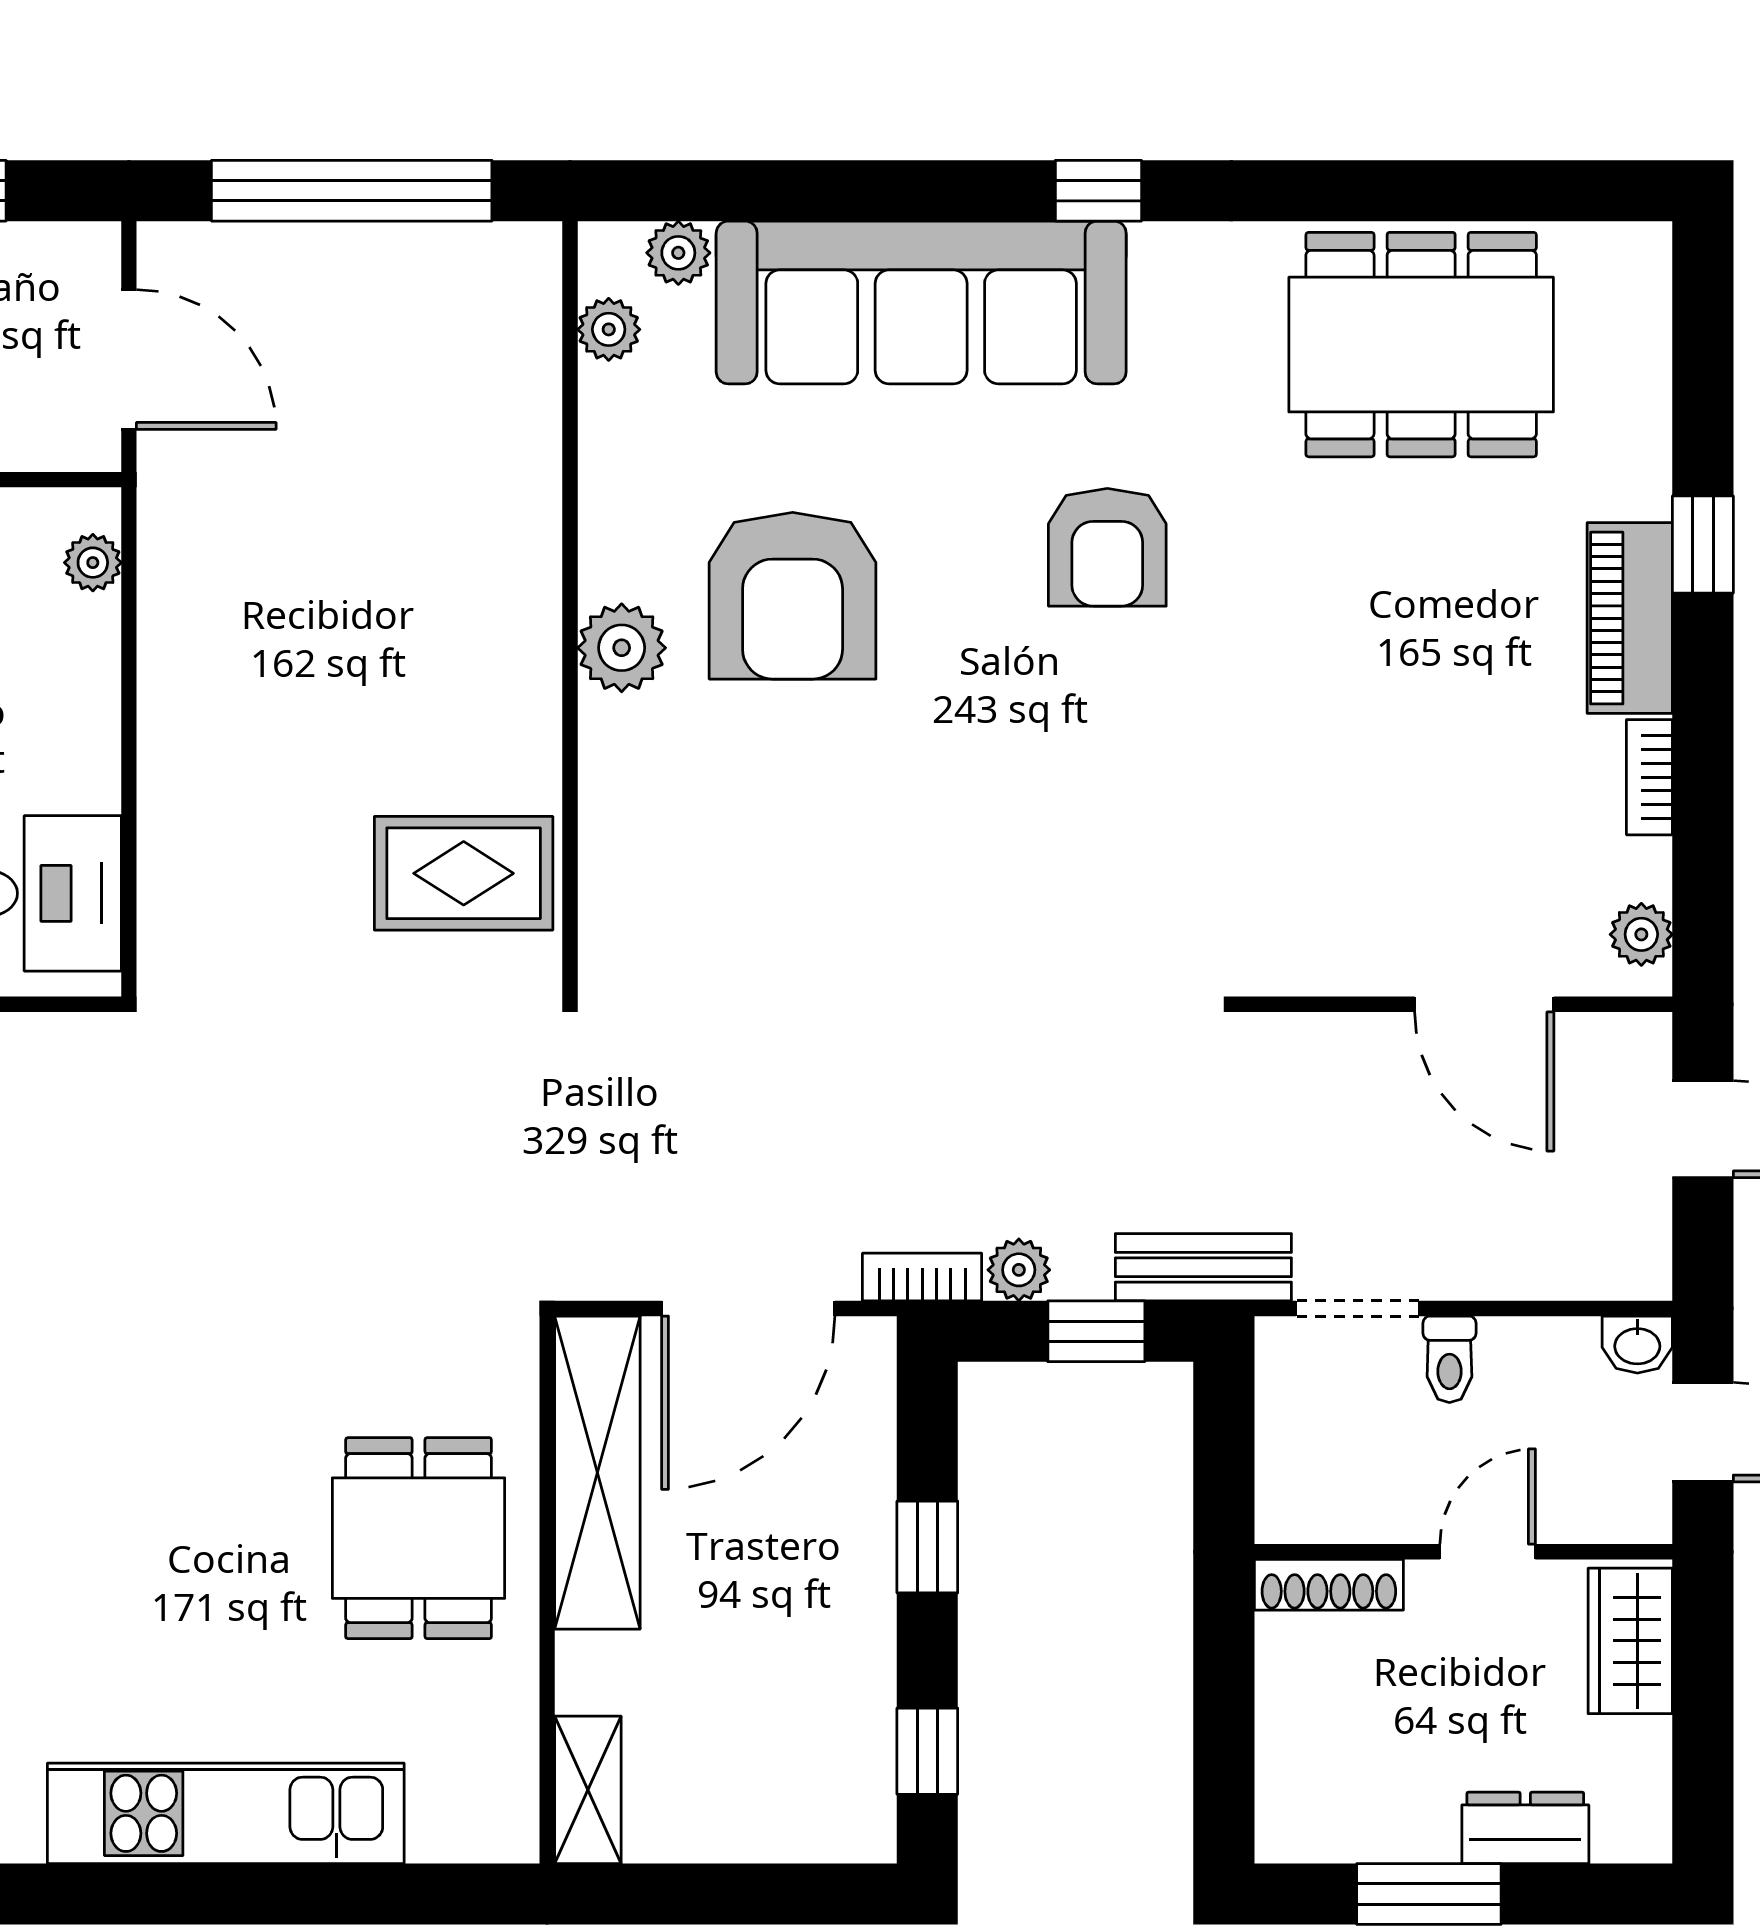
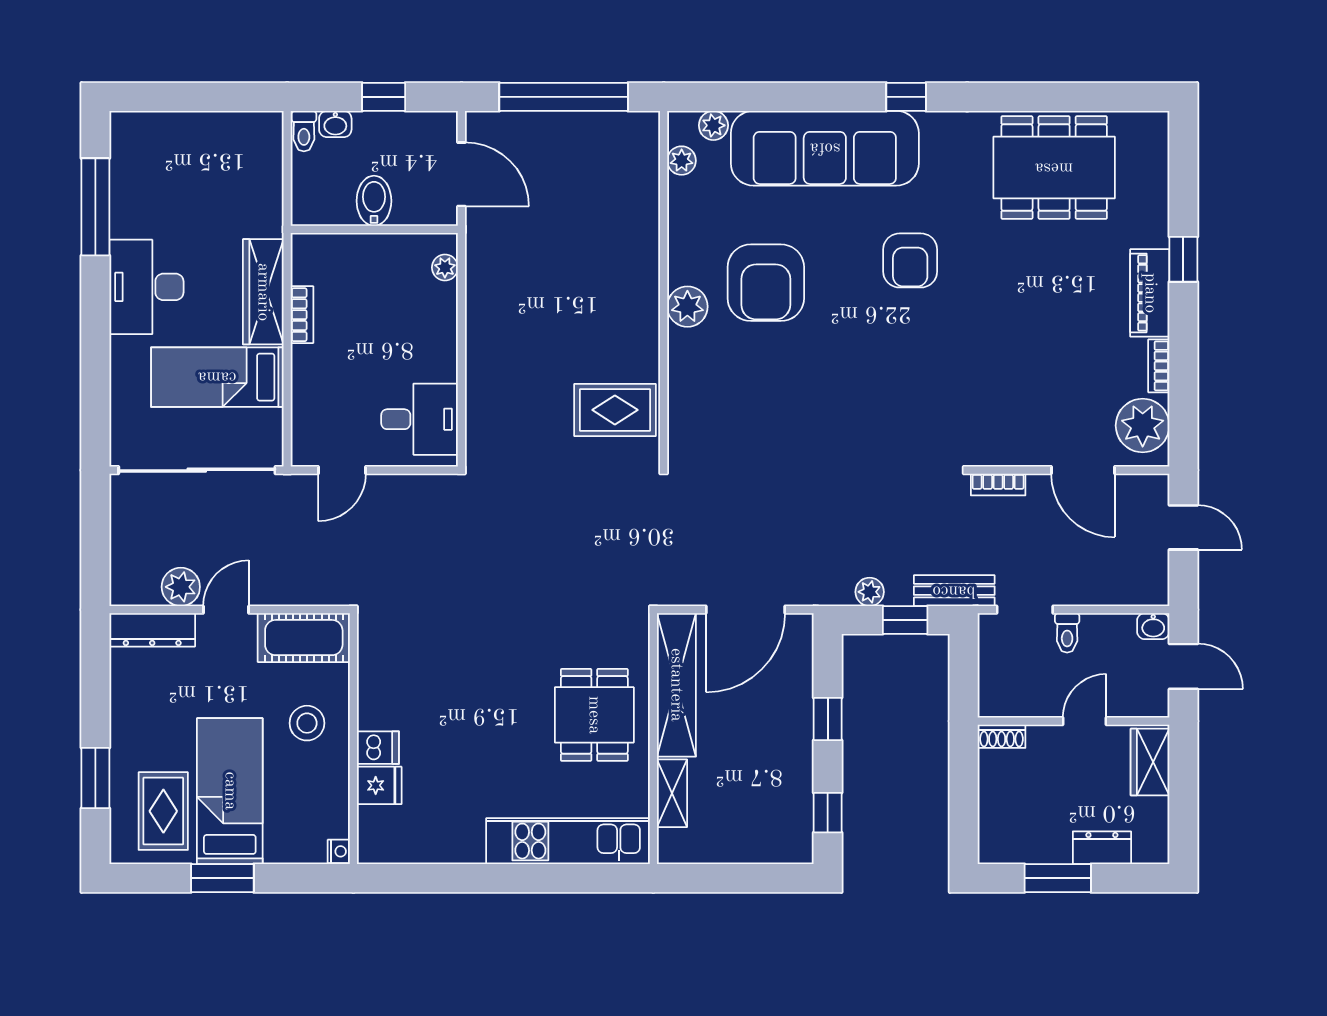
plant: (1641, 934) -> (1143, 426), width x1.88, depth x1.88
bookcase: (922, 1277) -> (998, 484), moved, turned 180
shoe rack: (1329, 1585) -> (1002, 736), width x0.70
shelving: (588, 1790) -> (672, 793), moved
kitchen unit: (226, 1813) -> (568, 841), moved

